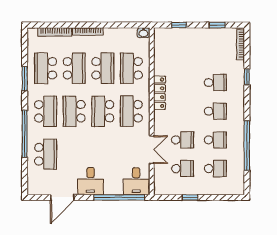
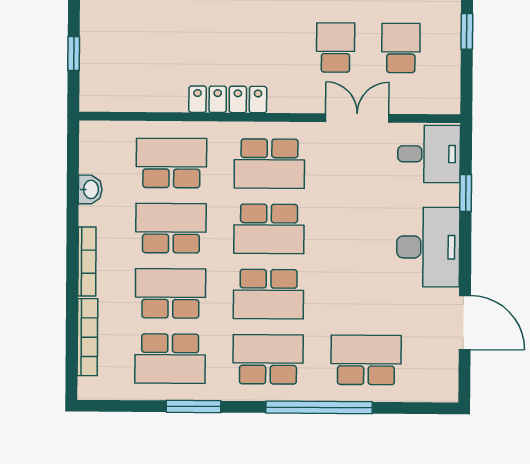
washbasin: (143, 33) -> (90, 189), moved
school desk: (131, 68) -> (171, 163), turned 180
desk: (91, 181) -> (428, 247), width x1.37
window: (119, 197) -> (466, 193), width x0.32

